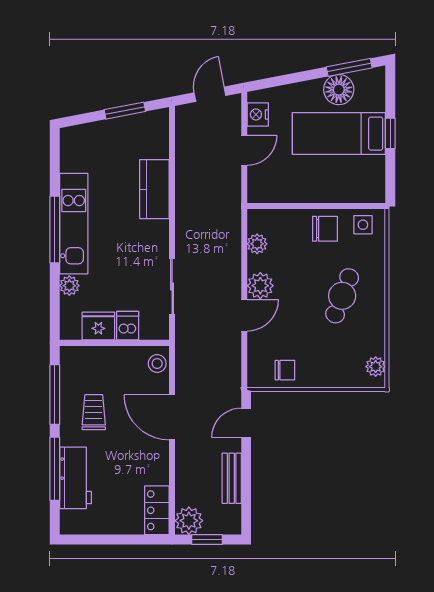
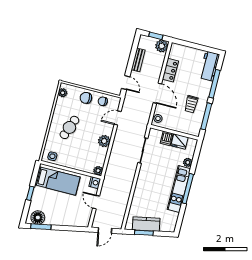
floor lamp: (339, 90) -> (38, 218), moved
nightstand: (258, 114) -> (95, 183), moved
bed: (339, 134) -> (57, 181), moved
door: (244, 150) -> (96, 202), hinge flipped
kitchen counter: (154, 189) -> (146, 224), moved, turned -101
chair: (325, 229) -> (86, 98), moved
plant: (257, 244) -> (98, 171), moved
door: (244, 315) -> (118, 118), moved
door: (246, 423) -> (126, 83), hinge flipped
workbench: (75, 478) -> (209, 66), moved
locker: (157, 510) -> (170, 70), moved

